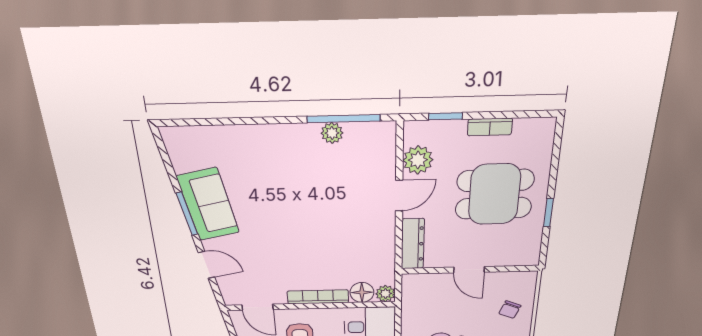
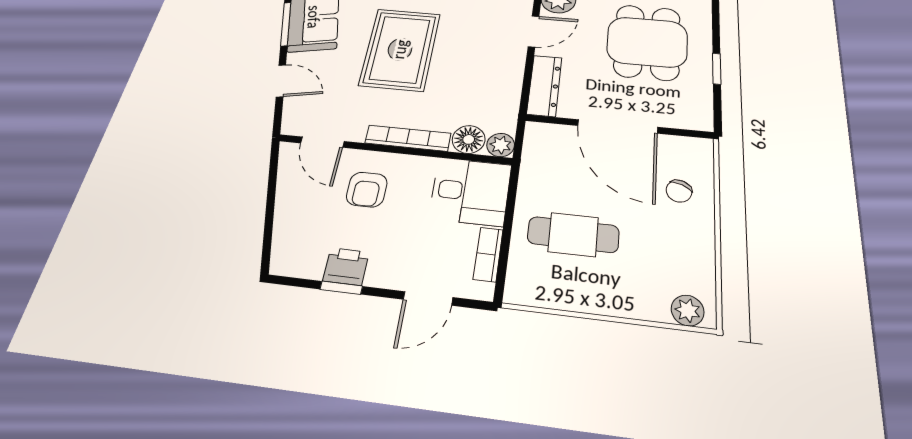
dining table: (494, 194) -> (647, 42), turned 90
rug: (292, 226) -> (400, 49), added
door: (469, 270) -> (618, 126), width x1.88

